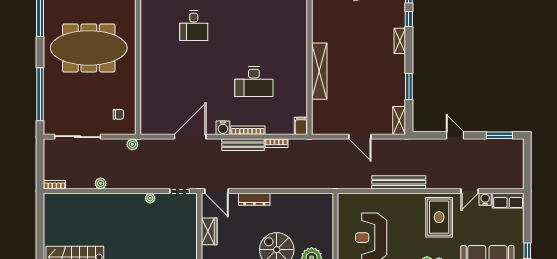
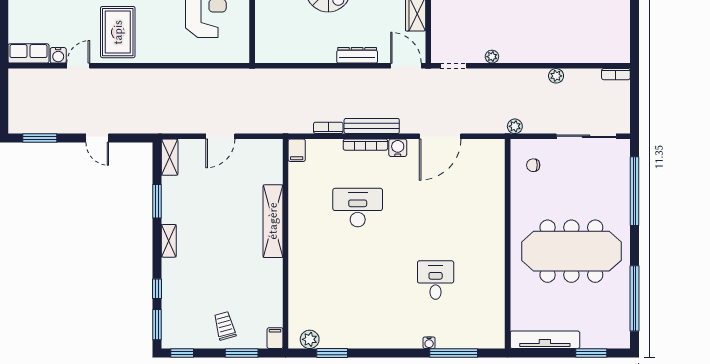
shelving: (400, 41) -> (169, 241), moved
door: (360, 137) -> (220, 136), swing flipped
bench: (399, 182) -> (170, 77), removed

